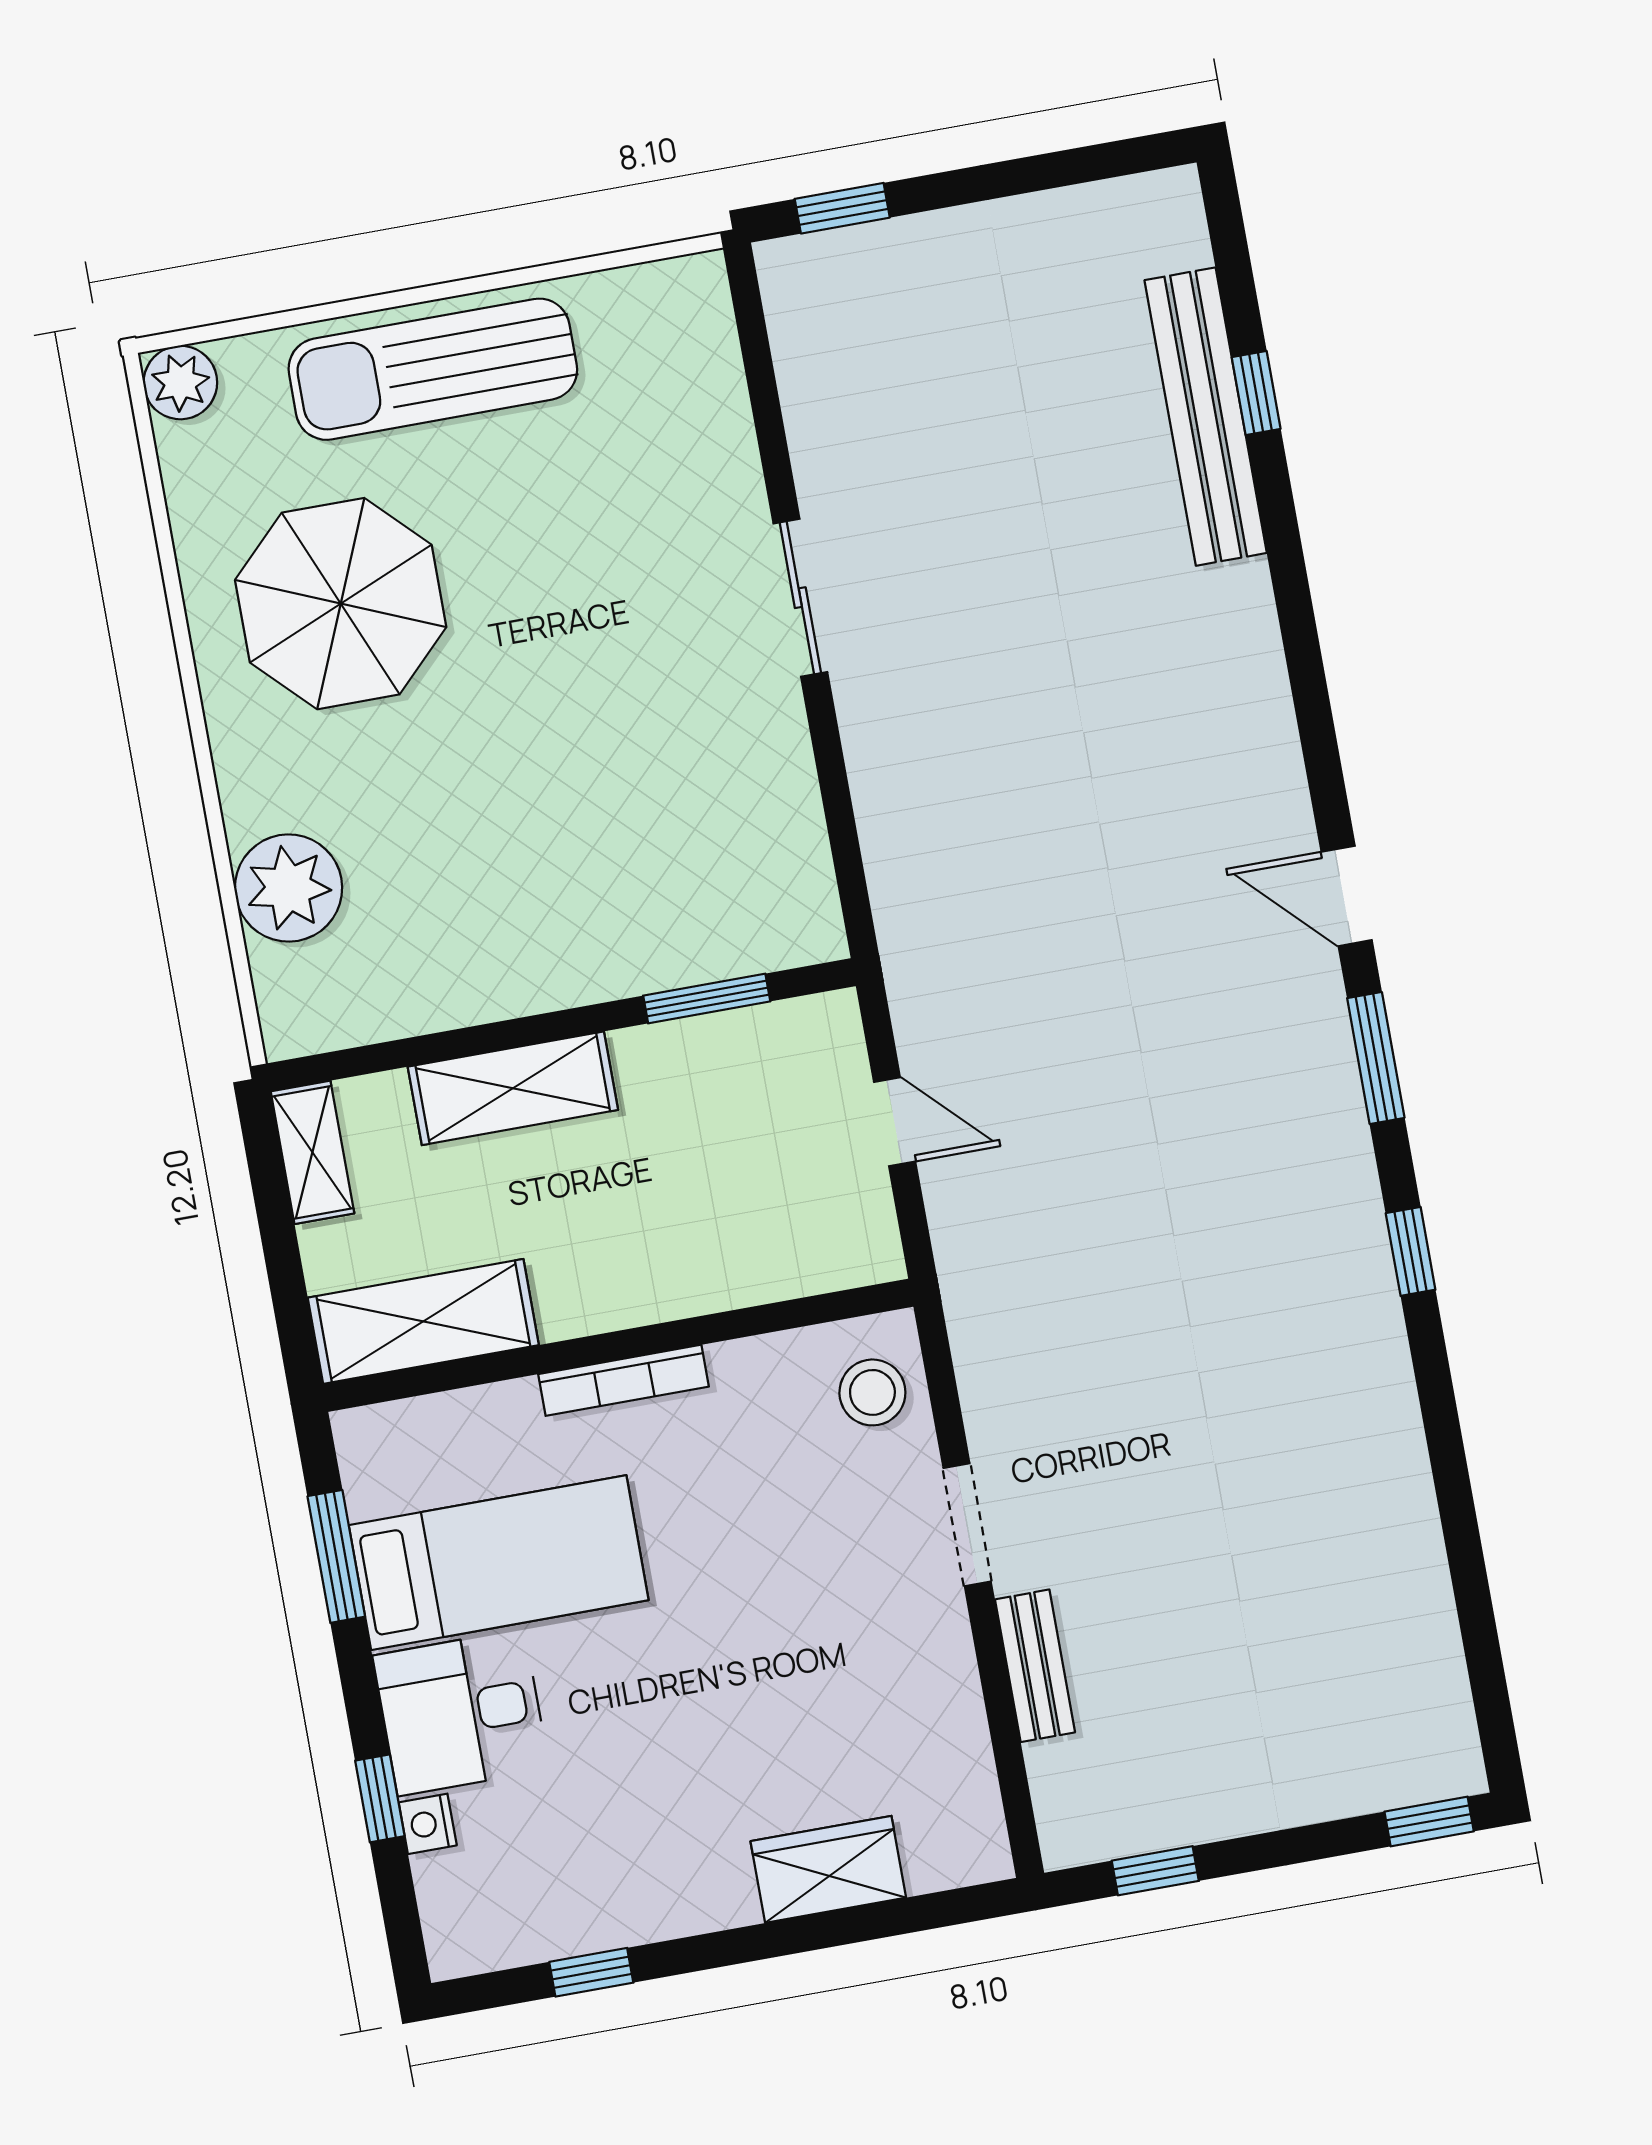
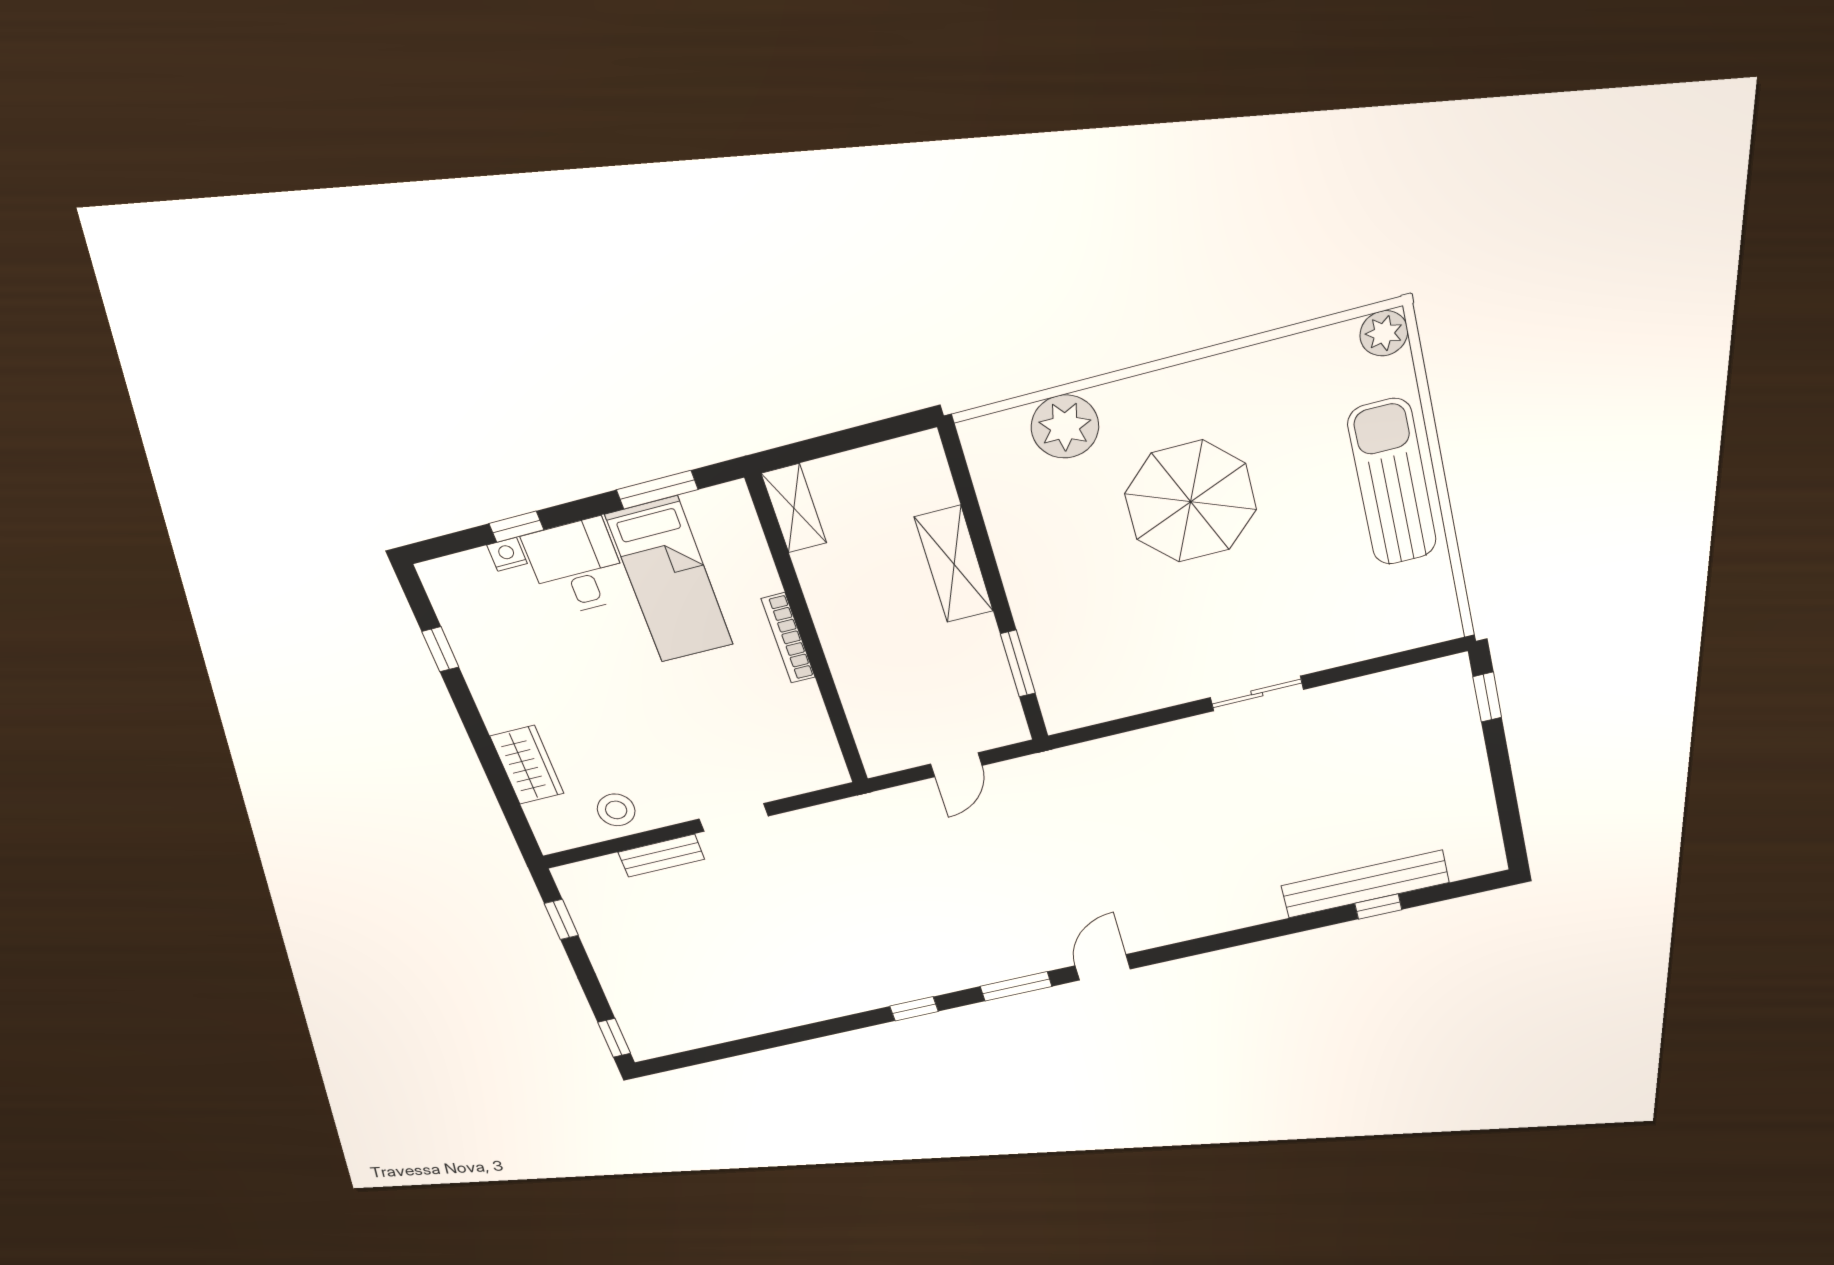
parasol: (341, 604) -> (1191, 502), moved
shelving: (312, 1152) -> (902, 455), removed
shelving: (423, 1321) -> (794, 508), width x0.67, depth x0.75
stool: (872, 1392) -> (616, 810), moved

